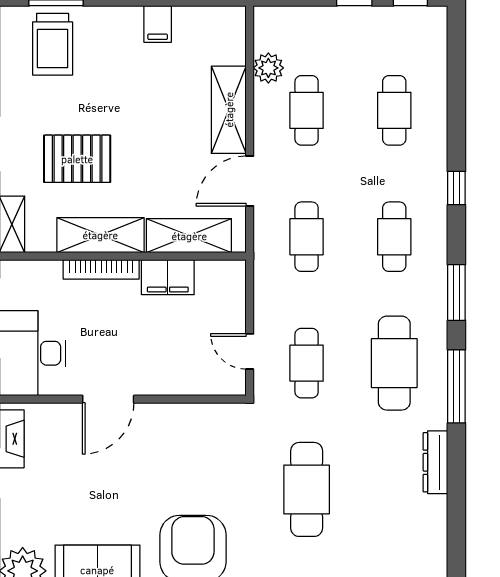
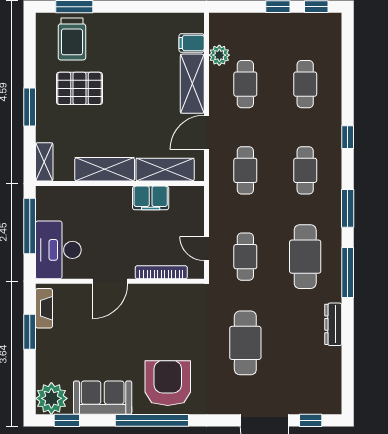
filing cabinet: (158, 24) -> (192, 43), moved, turned 90
pallet: (77, 159) -> (79, 88), moved
bookcase: (101, 269) -> (161, 272), moved, turned 180

